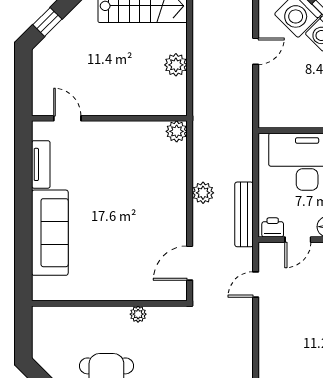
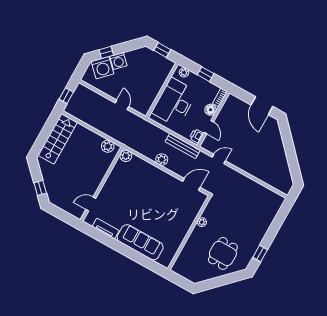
door: (256, 51) -> (122, 105), moved
plant: (176, 65) -> (108, 146), moved
door: (190, 263) -> (191, 184), swing flipped
door: (256, 284) -> (219, 159), swing flipped

